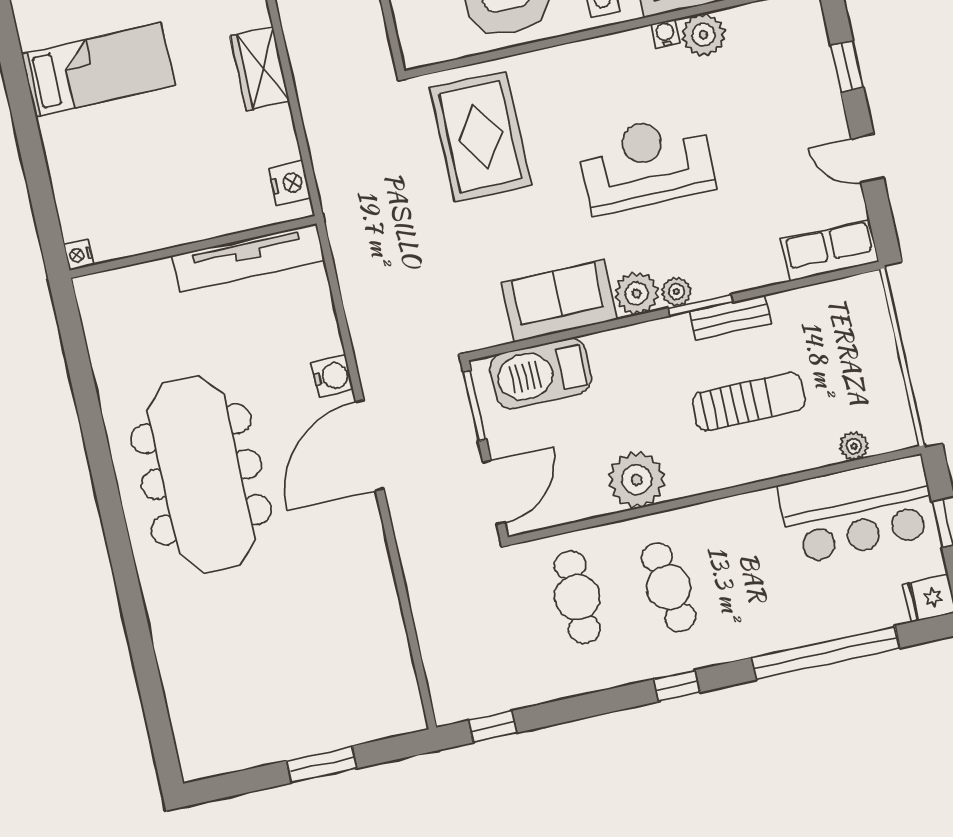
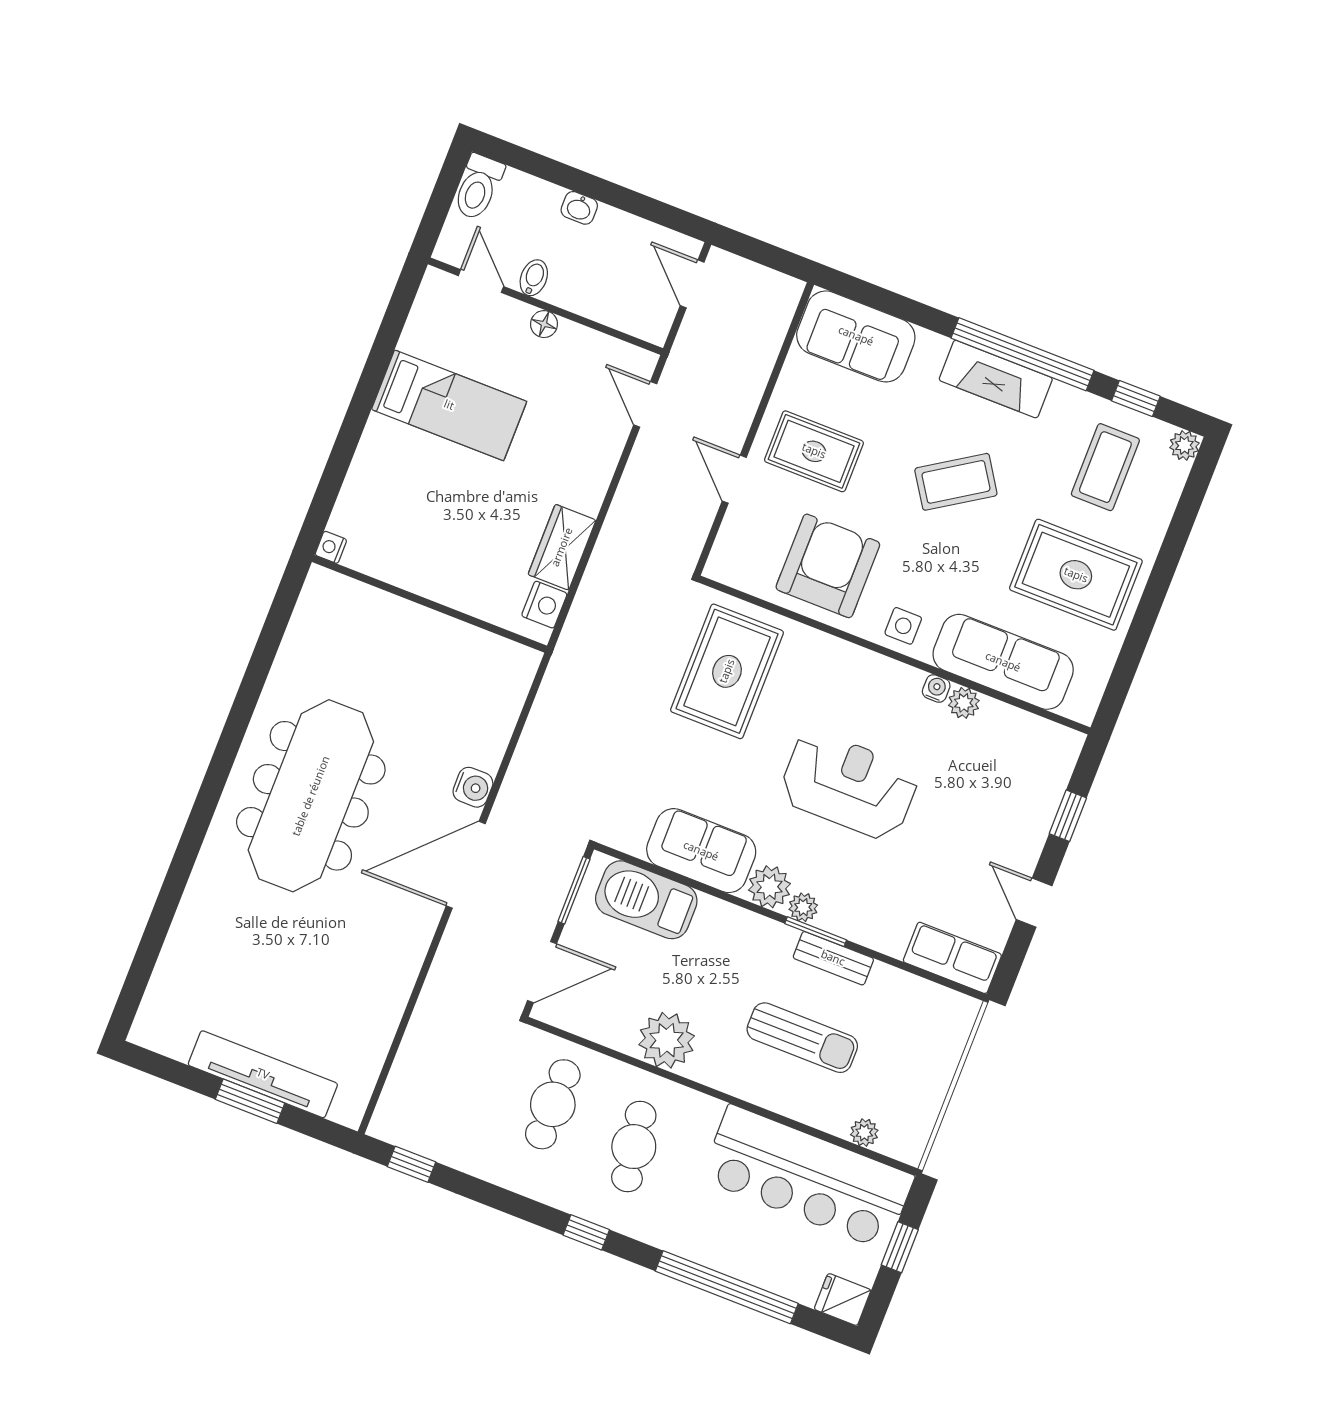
plant: (703, 35) -> (964, 703), width x0.73, depth x0.73
wardrobe: (260, 69) -> (562, 547), moved
tv unit: (248, 258) -> (263, 1074), moved, turned 180
bar counter: (858, 510) -> (807, 1177), width x1.36

